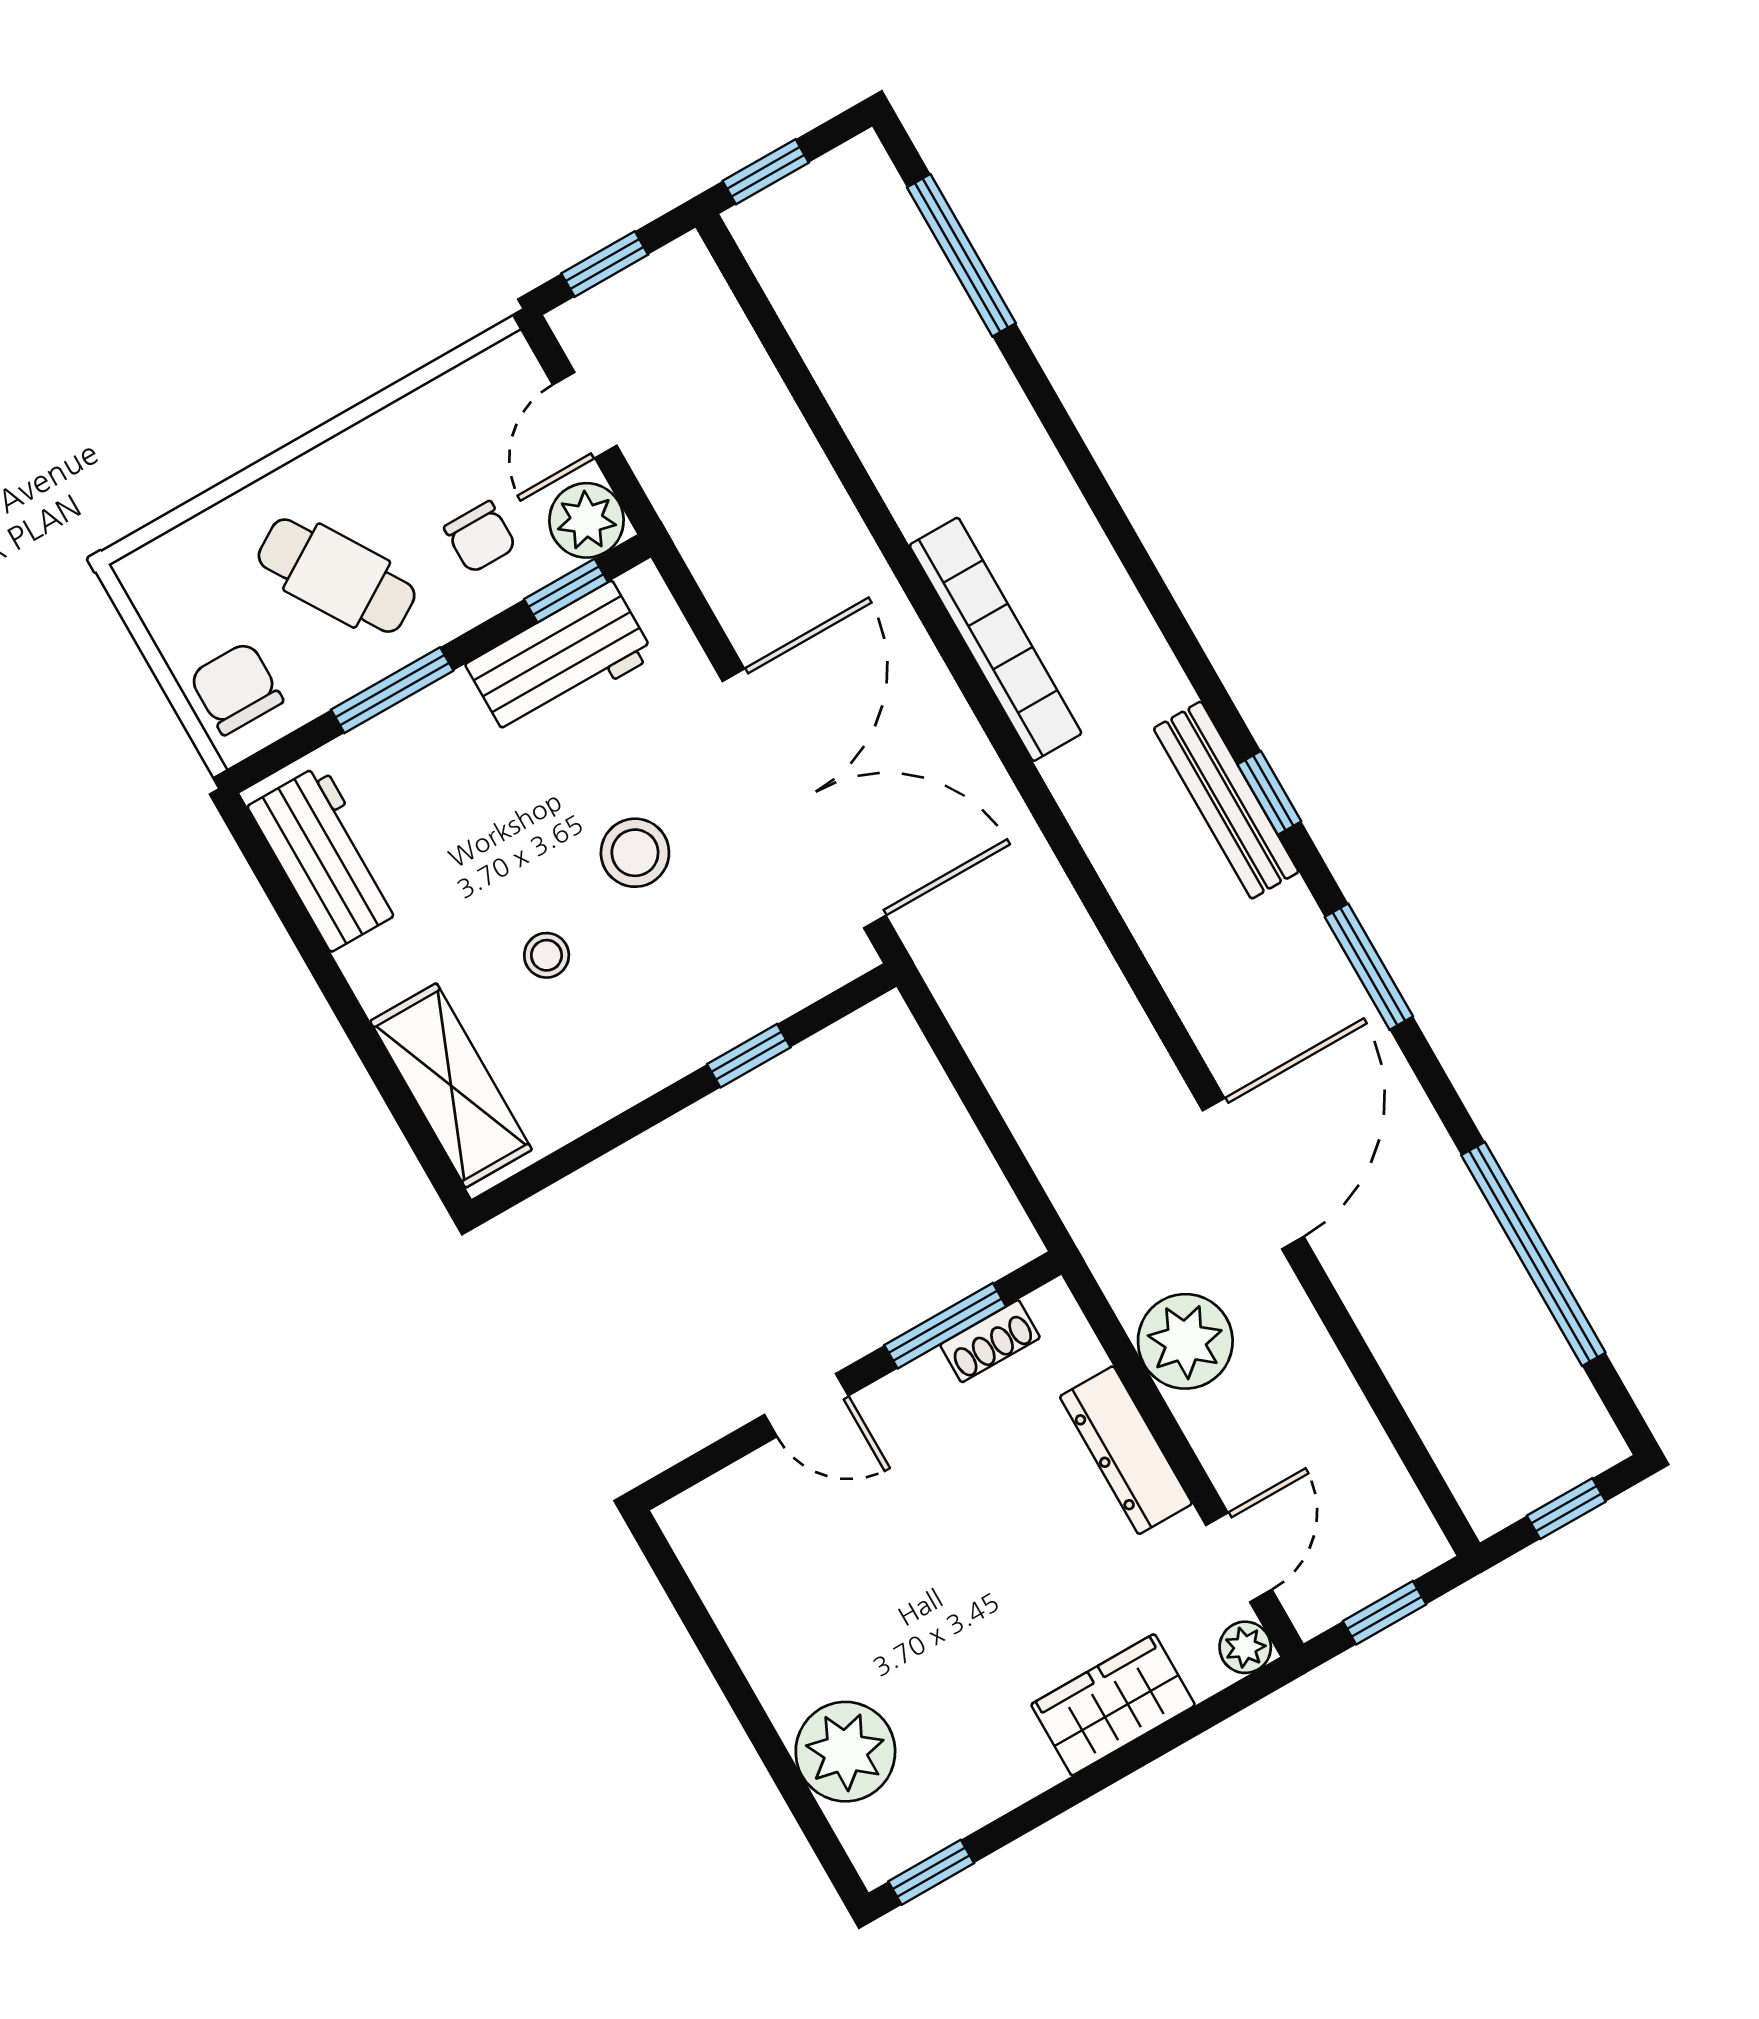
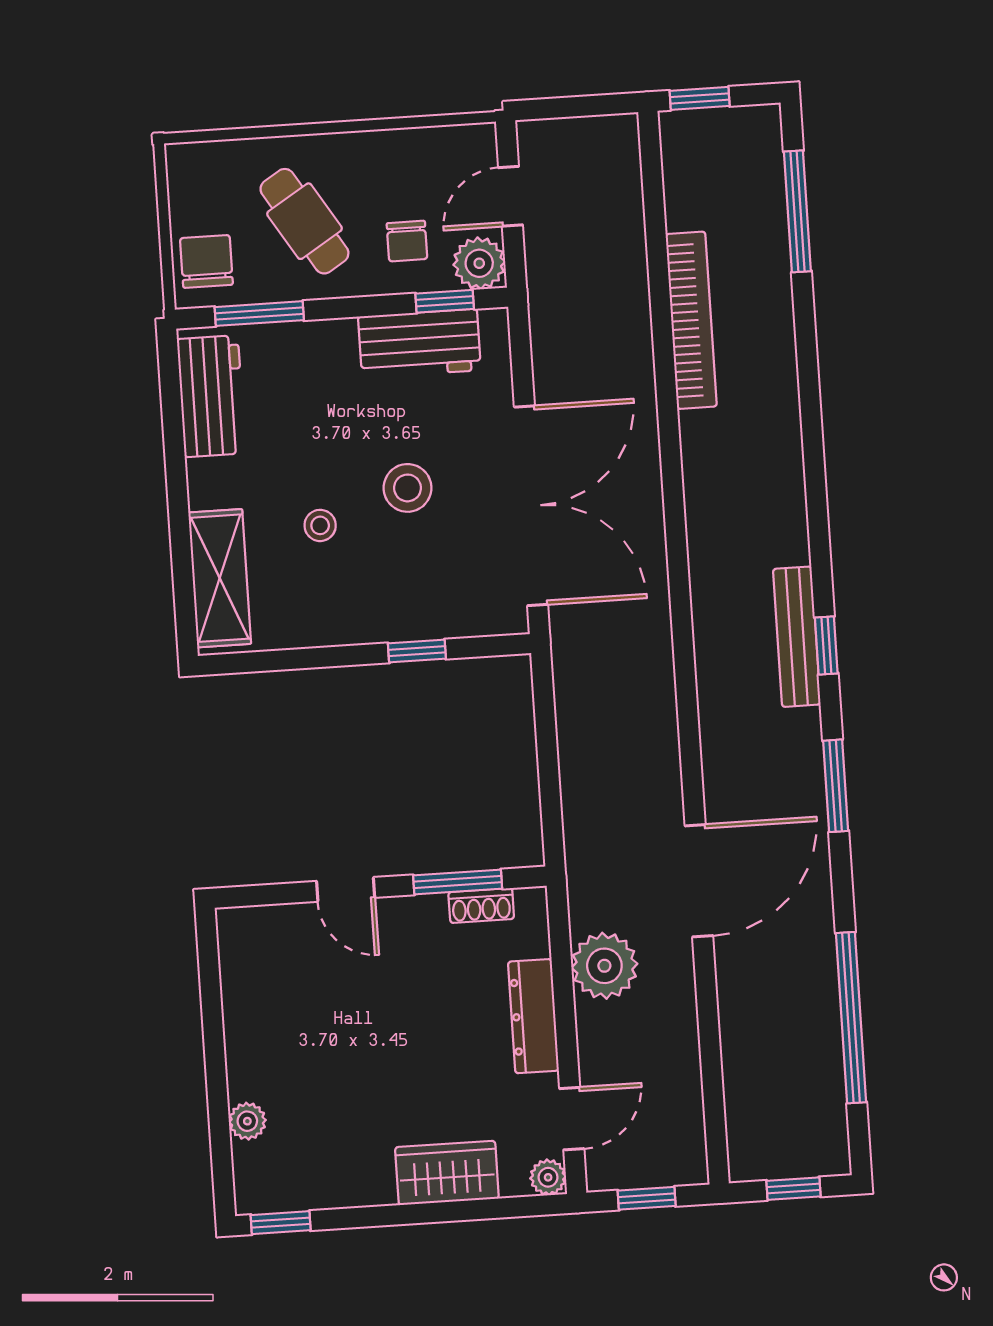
window: (605, 264) -> (570, 107), removed
bookcase: (996, 639) -> (691, 320), moved
window: (392, 690) -> (259, 314), moved
plant: (845, 1752) -> (247, 1121), width x0.53, depth x0.53

